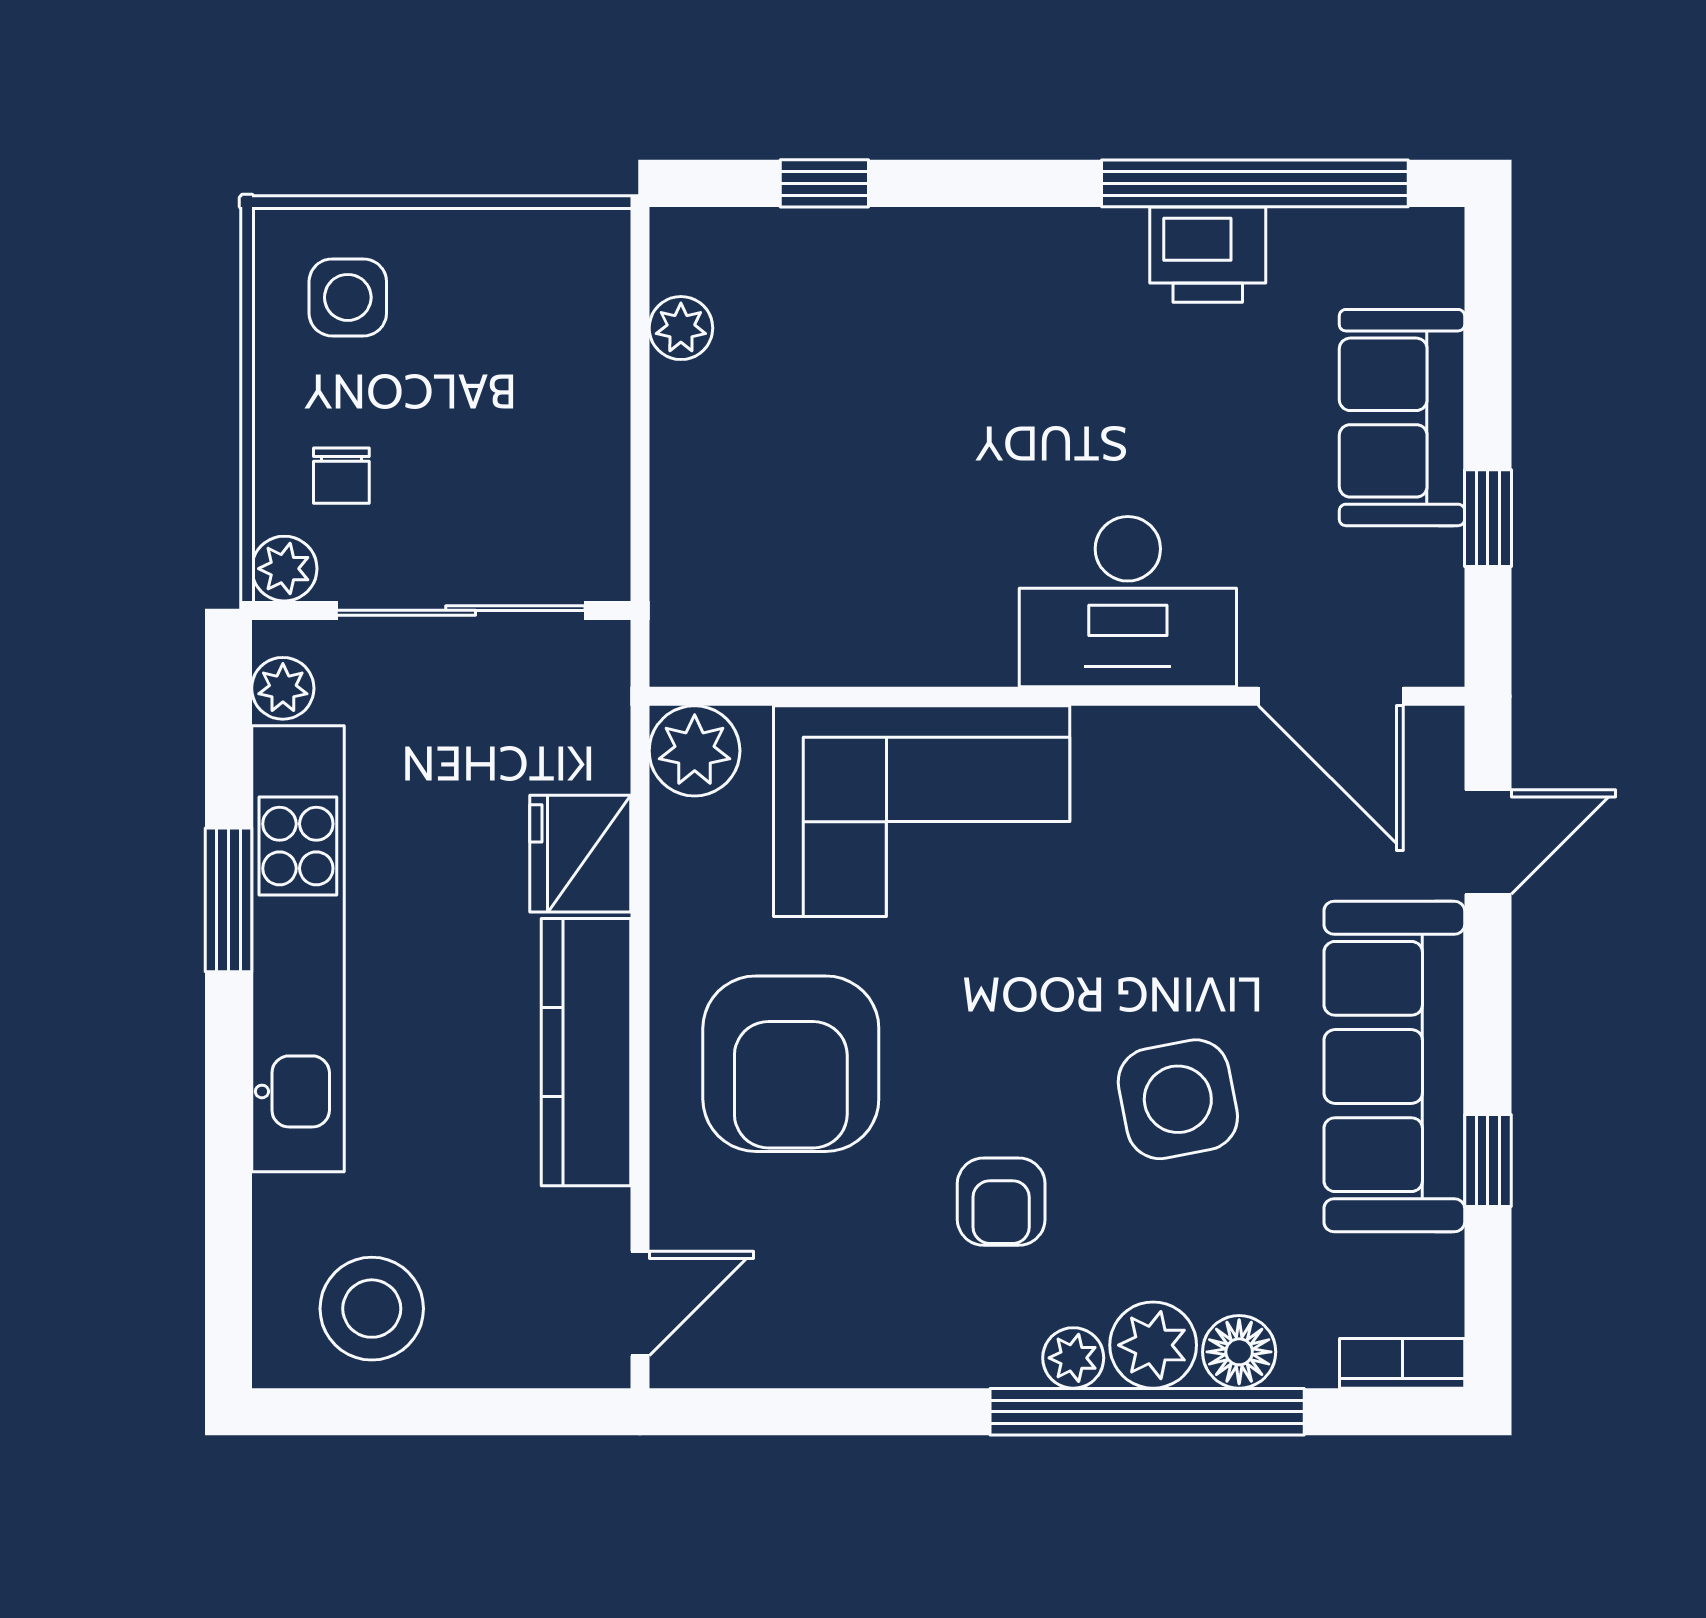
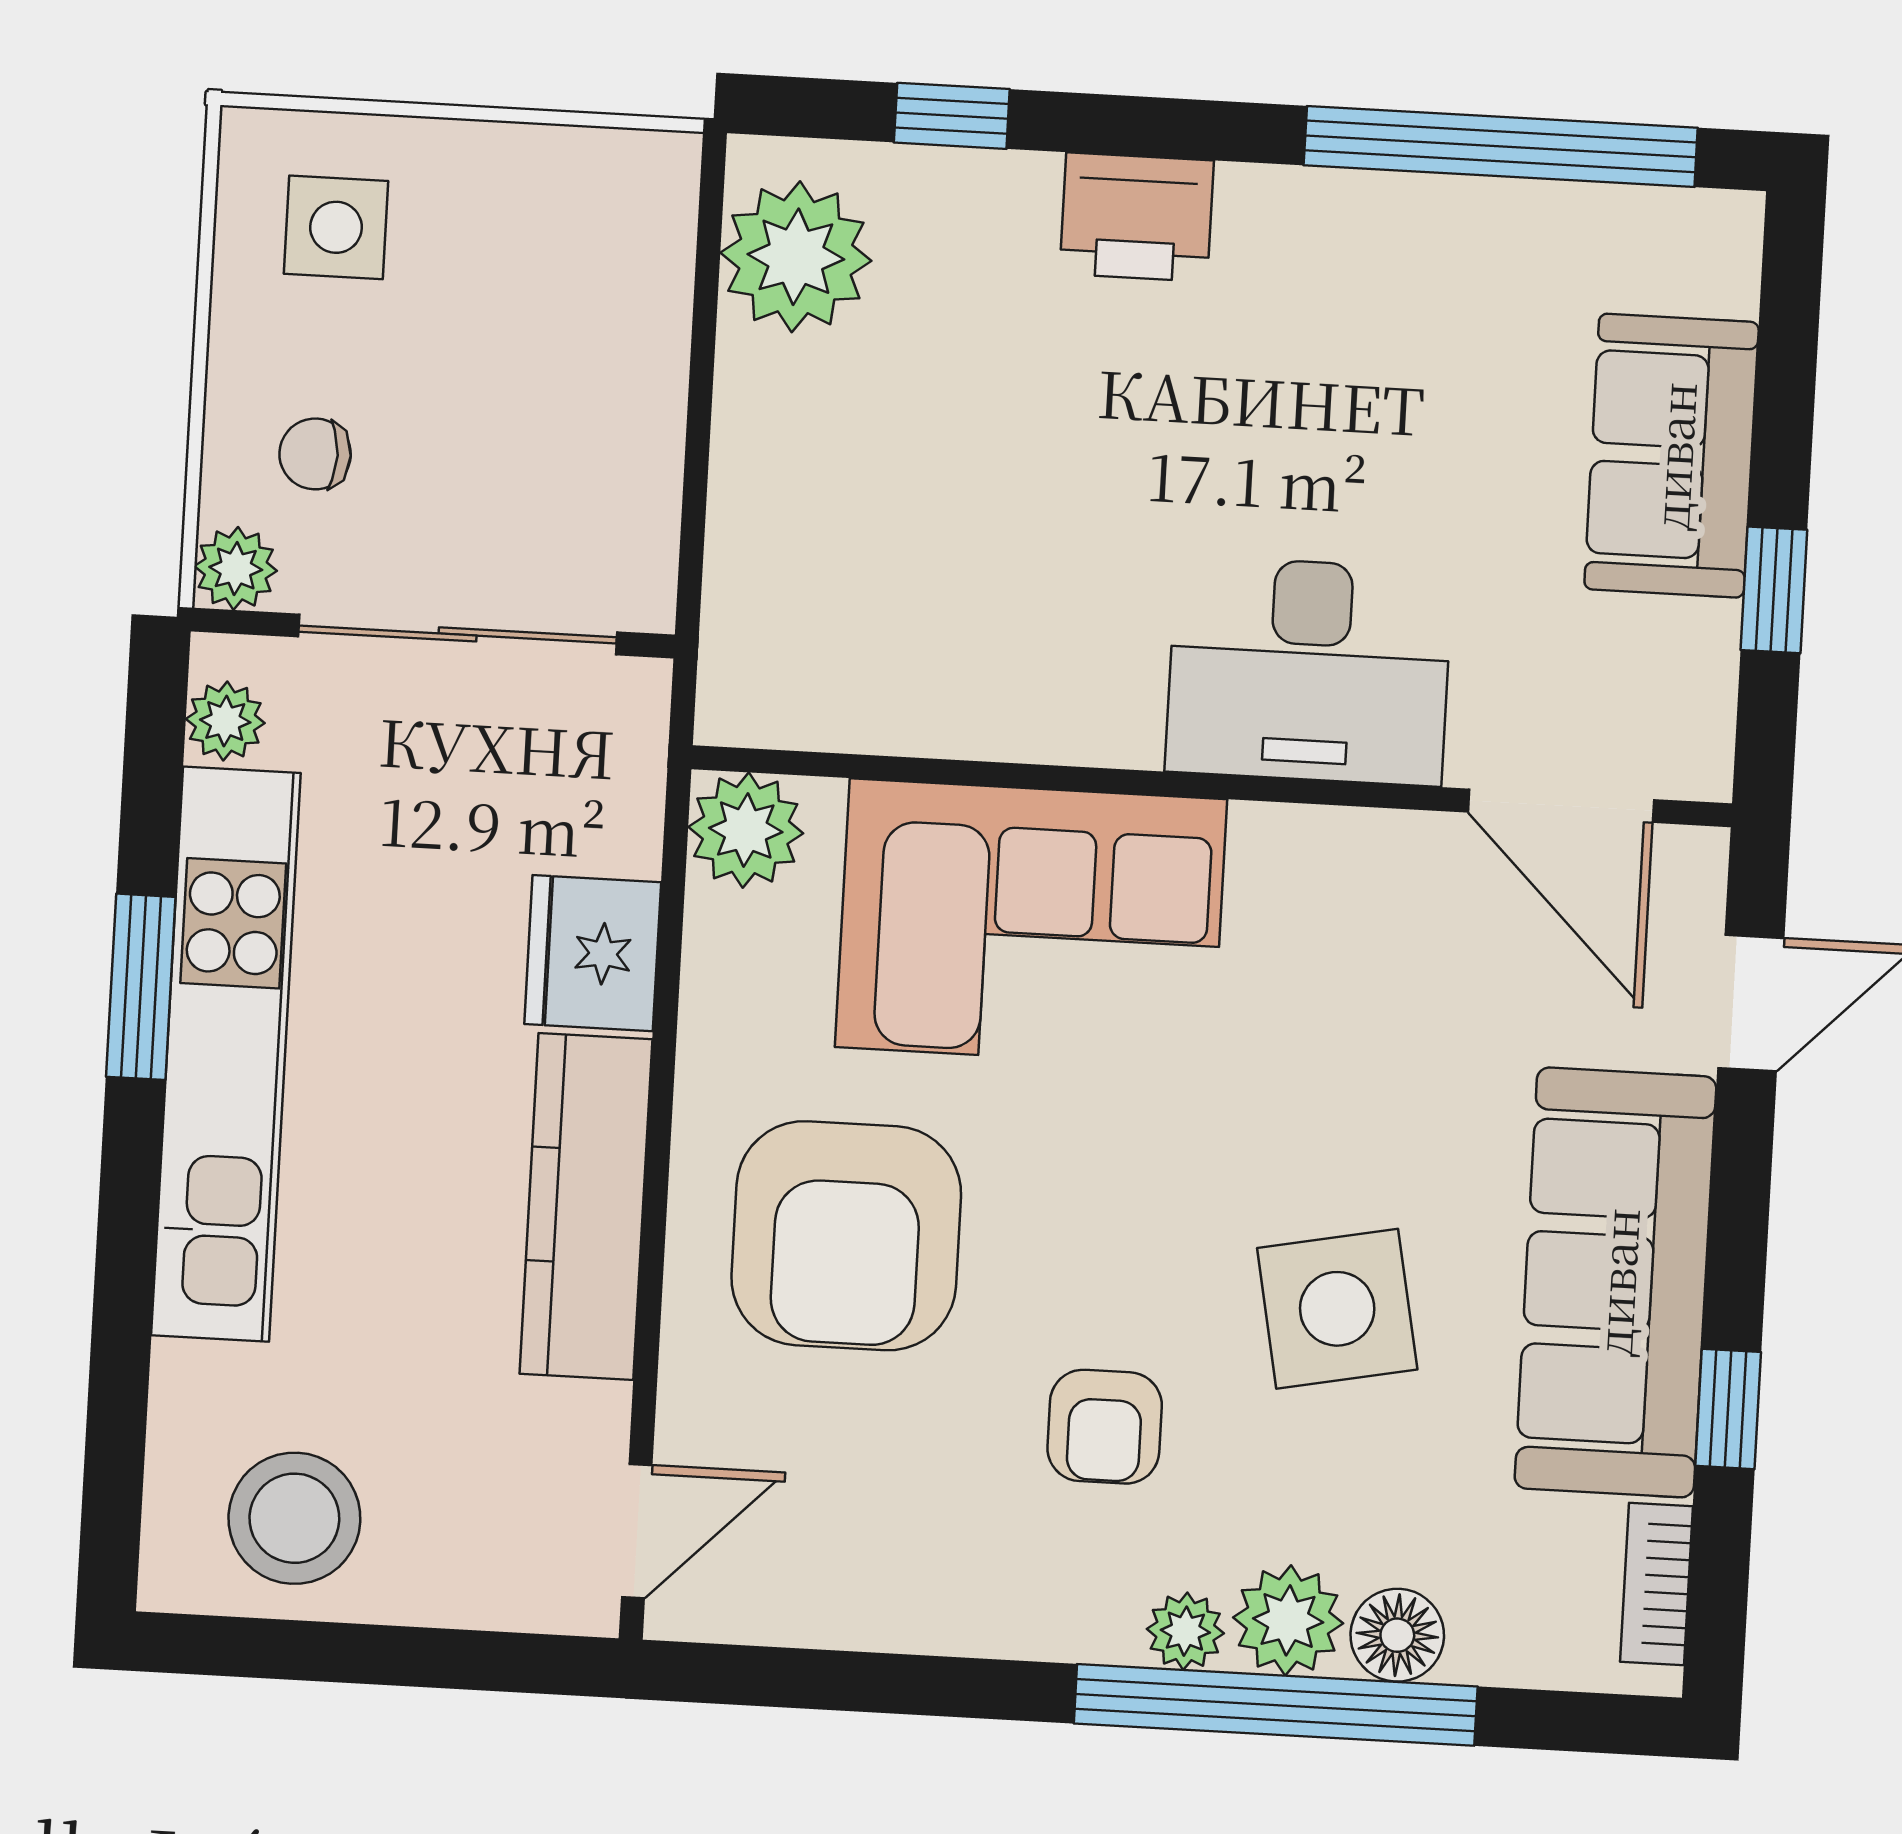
printer: (1208, 255) -> (1137, 217), moved
plant: (681, 328) -> (796, 257), width x1.88, depth x1.88
chair: (341, 476) -> (315, 454), turned 90
bookcase: (1402, 1363) -> (1656, 1584), moved, turned -90

